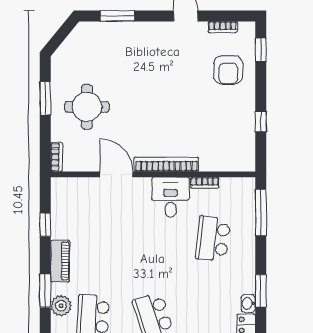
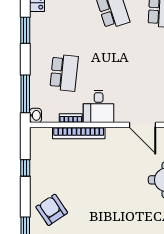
armchair: (228, 70) -> (52, 210), turned -34
bookcase: (166, 164) -> (79, 133), moved
washbasin: (248, 303) -> (36, 115), moved

